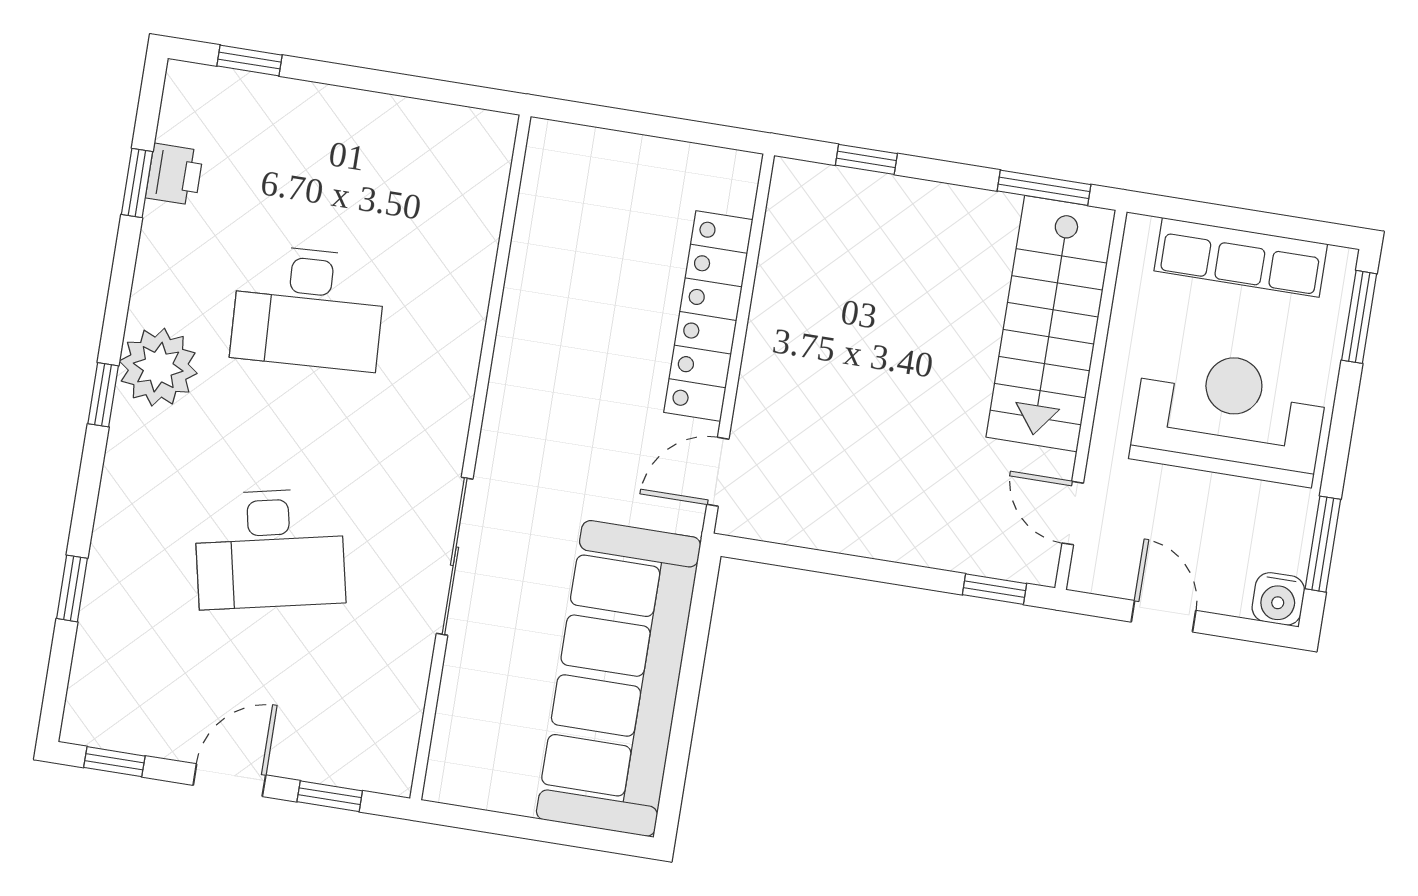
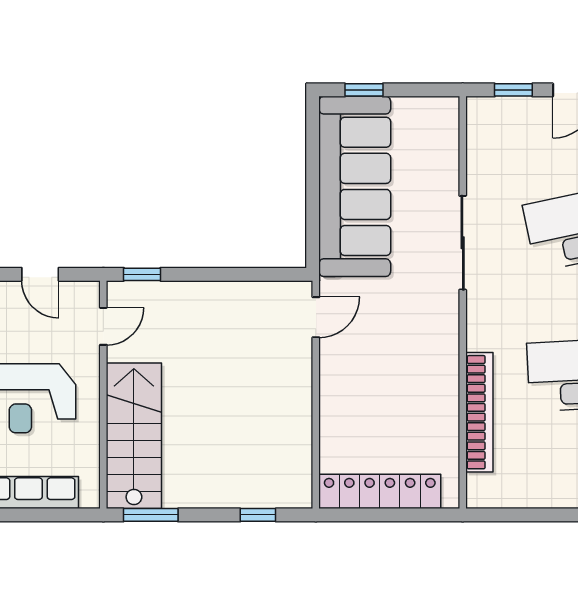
bookcase: (472, 271) -> (479, 412), added
locker: (708, 316) -> (380, 491), moved, turned -90
door: (1073, 513) -> (103, 326), hinge flipped
window: (578, 836) -> (364, 90), added

